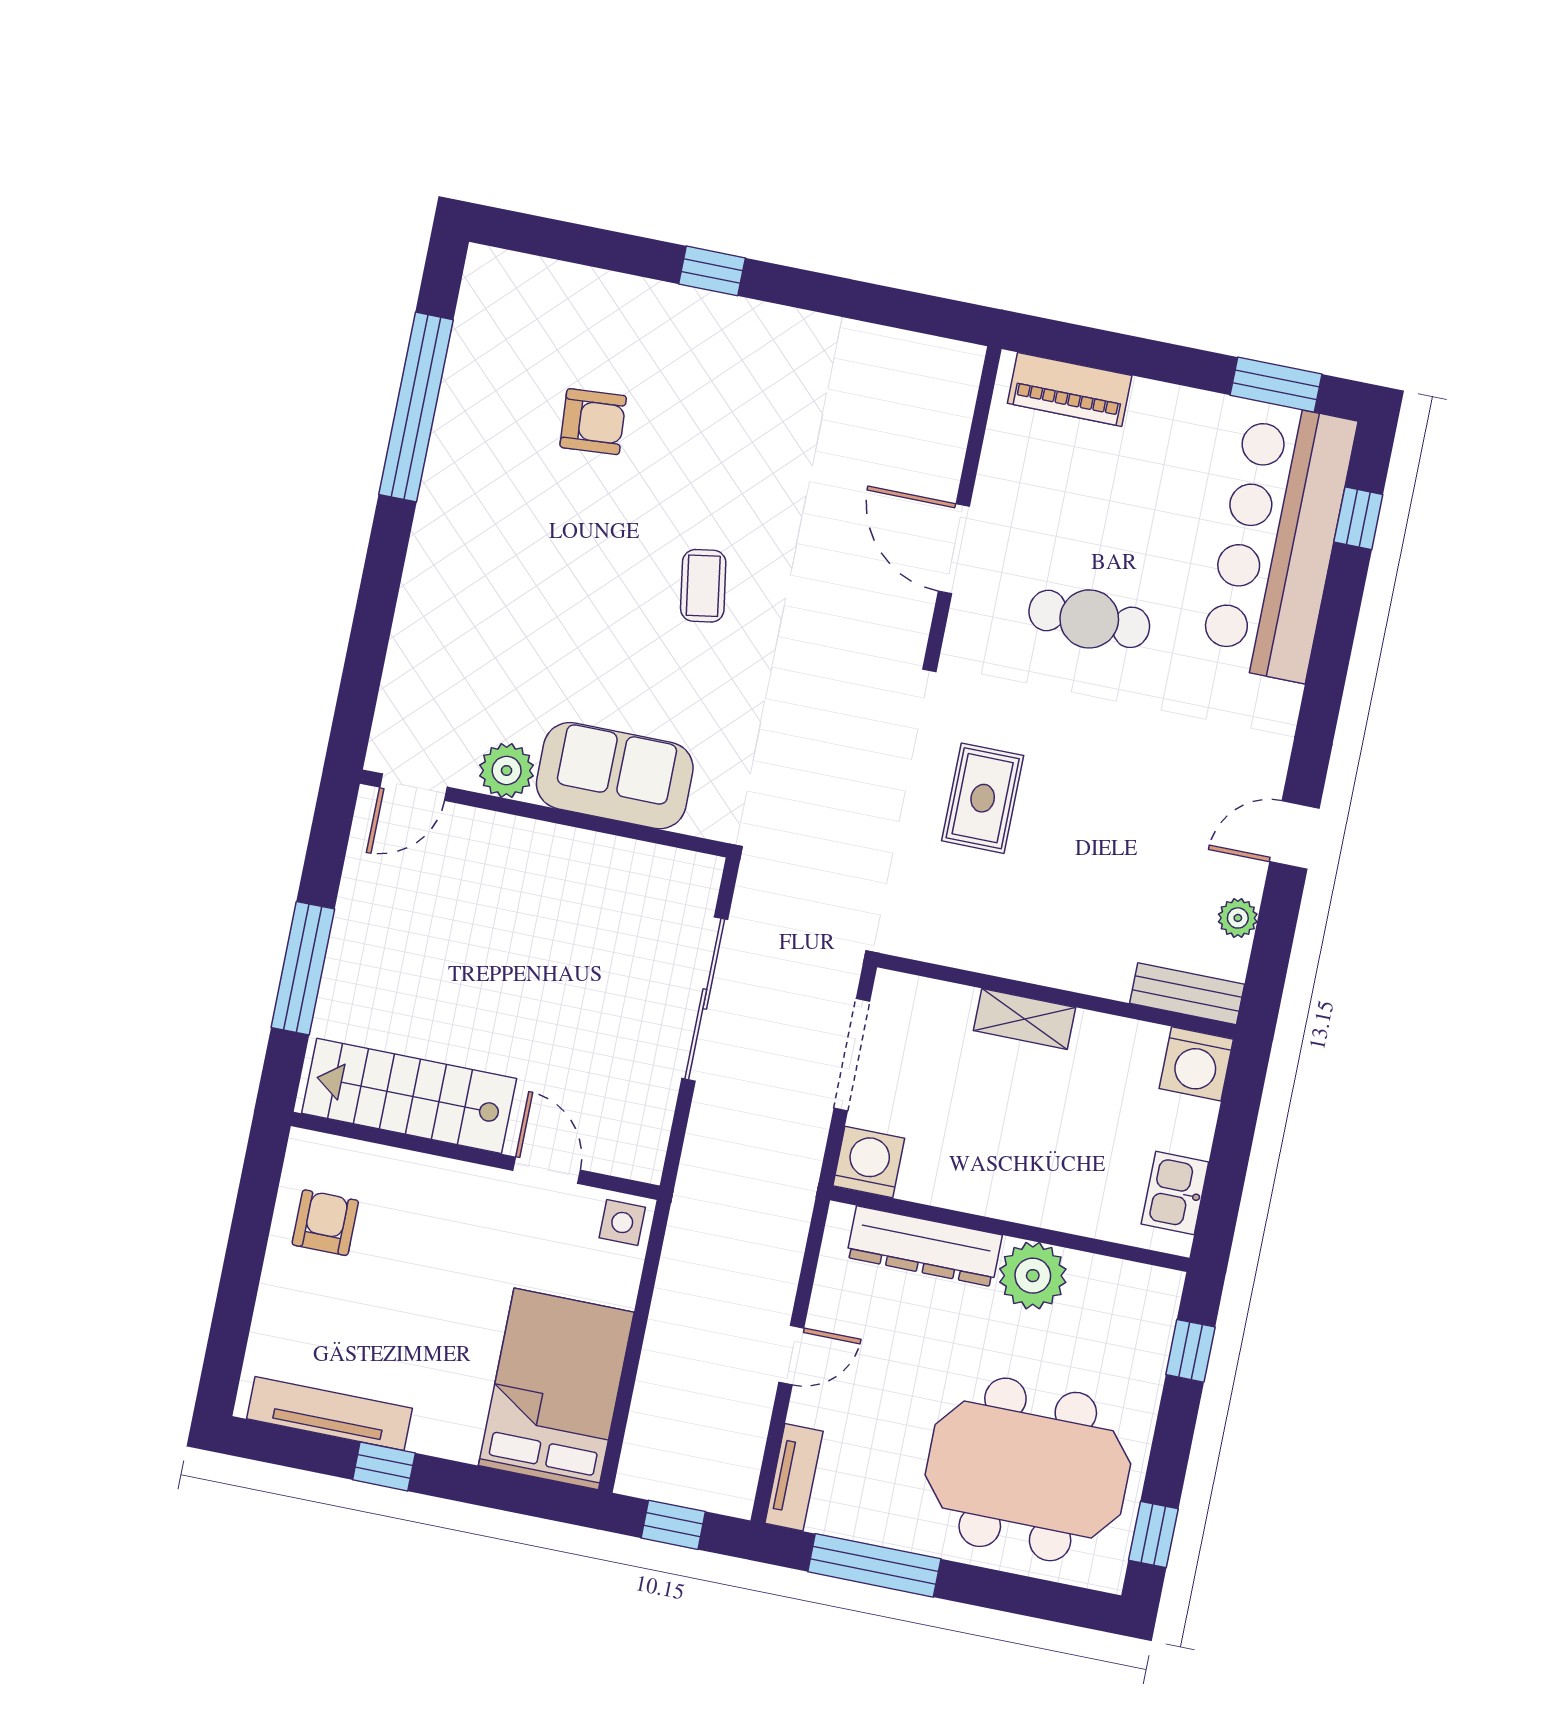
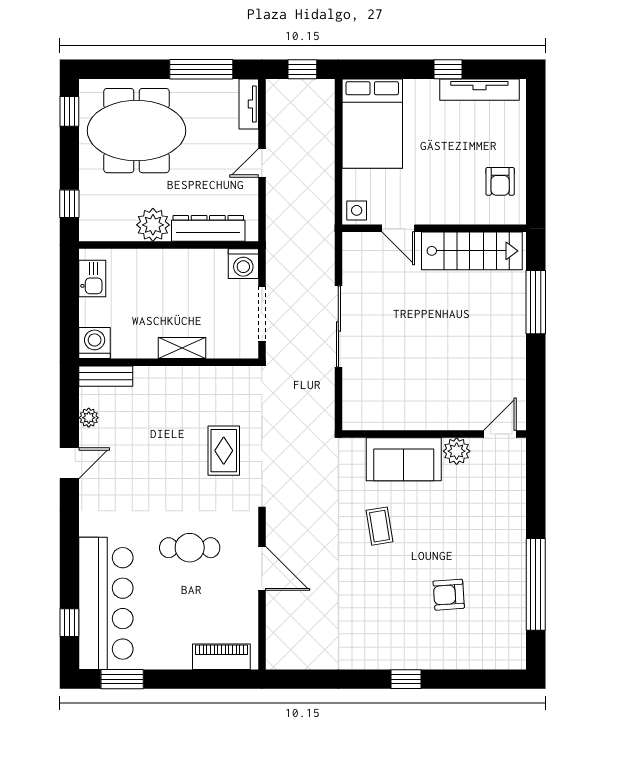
plant: (507, 771) -> (457, 451), moved
sofa: (615, 776) -> (404, 459), moved
door: (413, 787) -> (500, 434), moved
wall: (544, 814) -> (434, 434), moved

